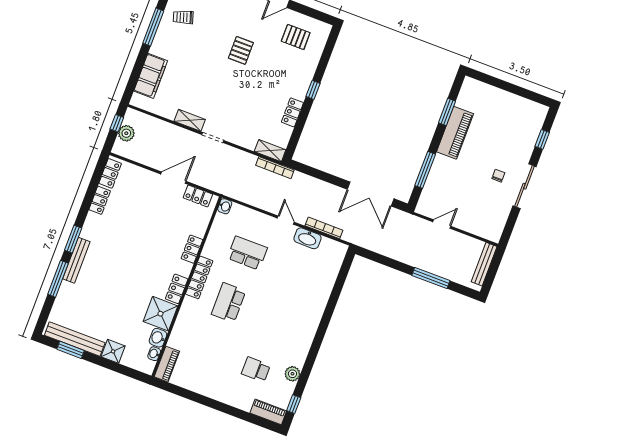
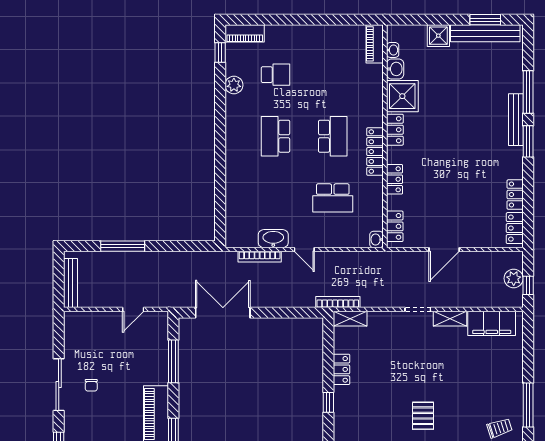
filing cabinet: (151, 76) -> (492, 323), moved, turned -90
locker: (198, 196) -> (395, 226), moved, turned 90
school desk: (275, 320) -> (275, 136), added

